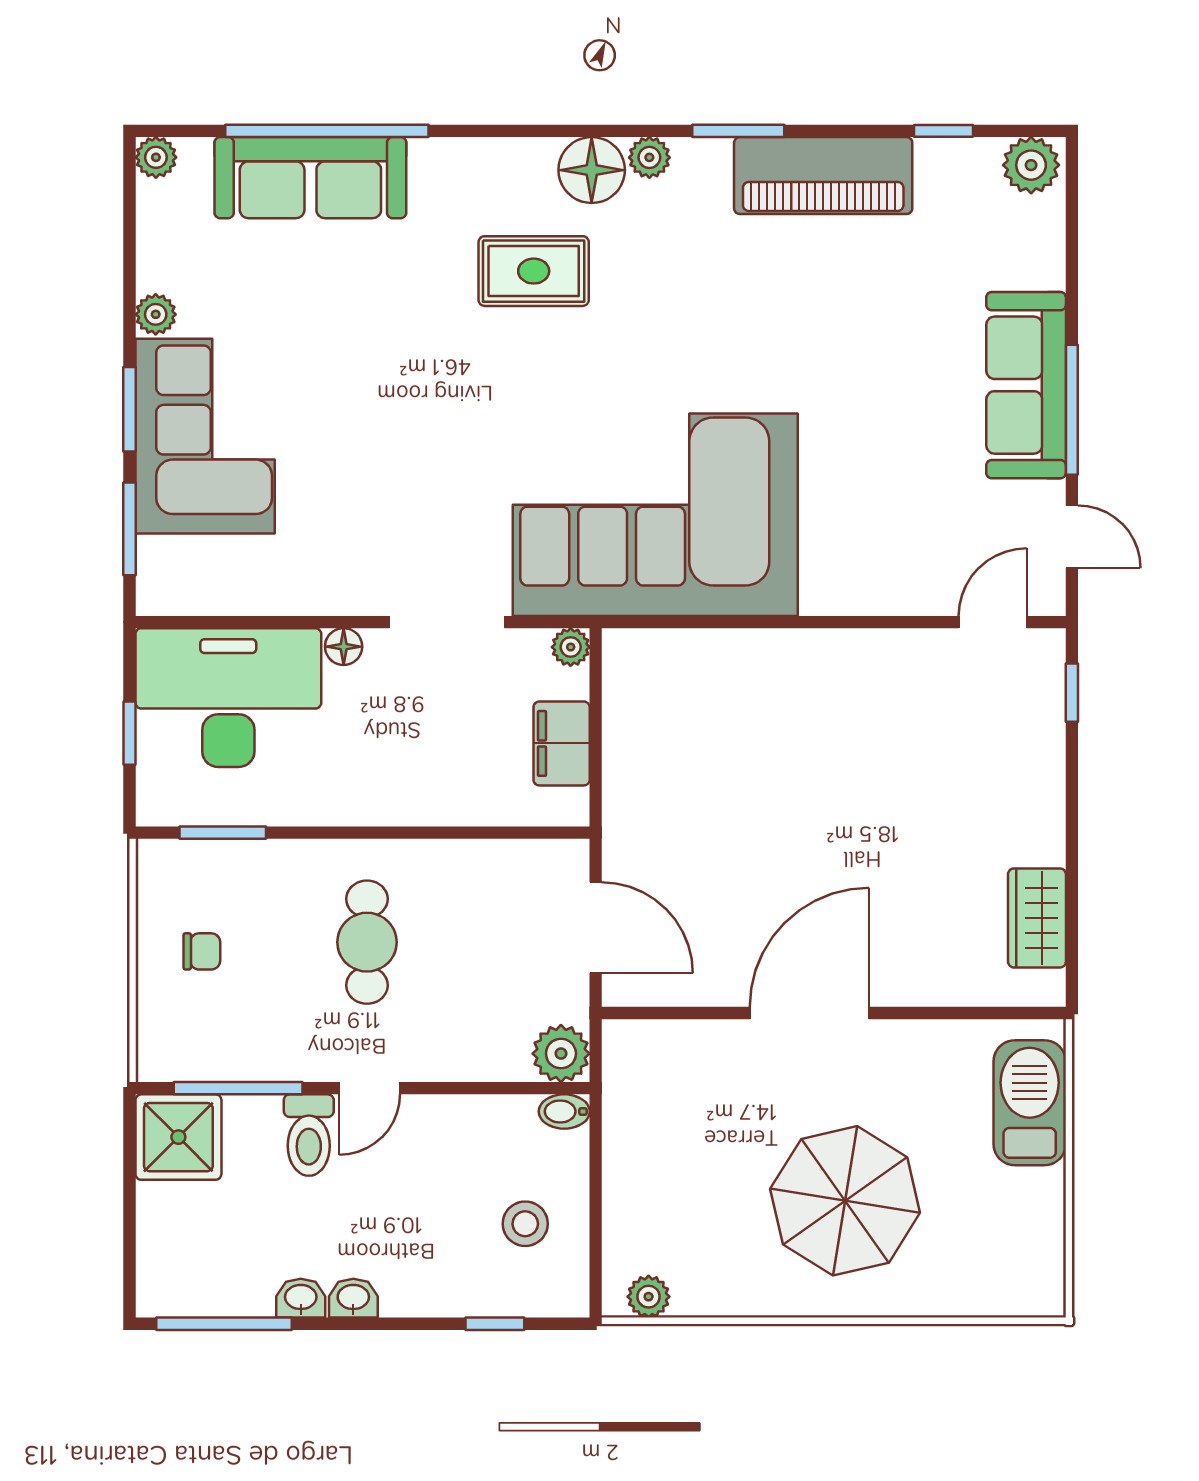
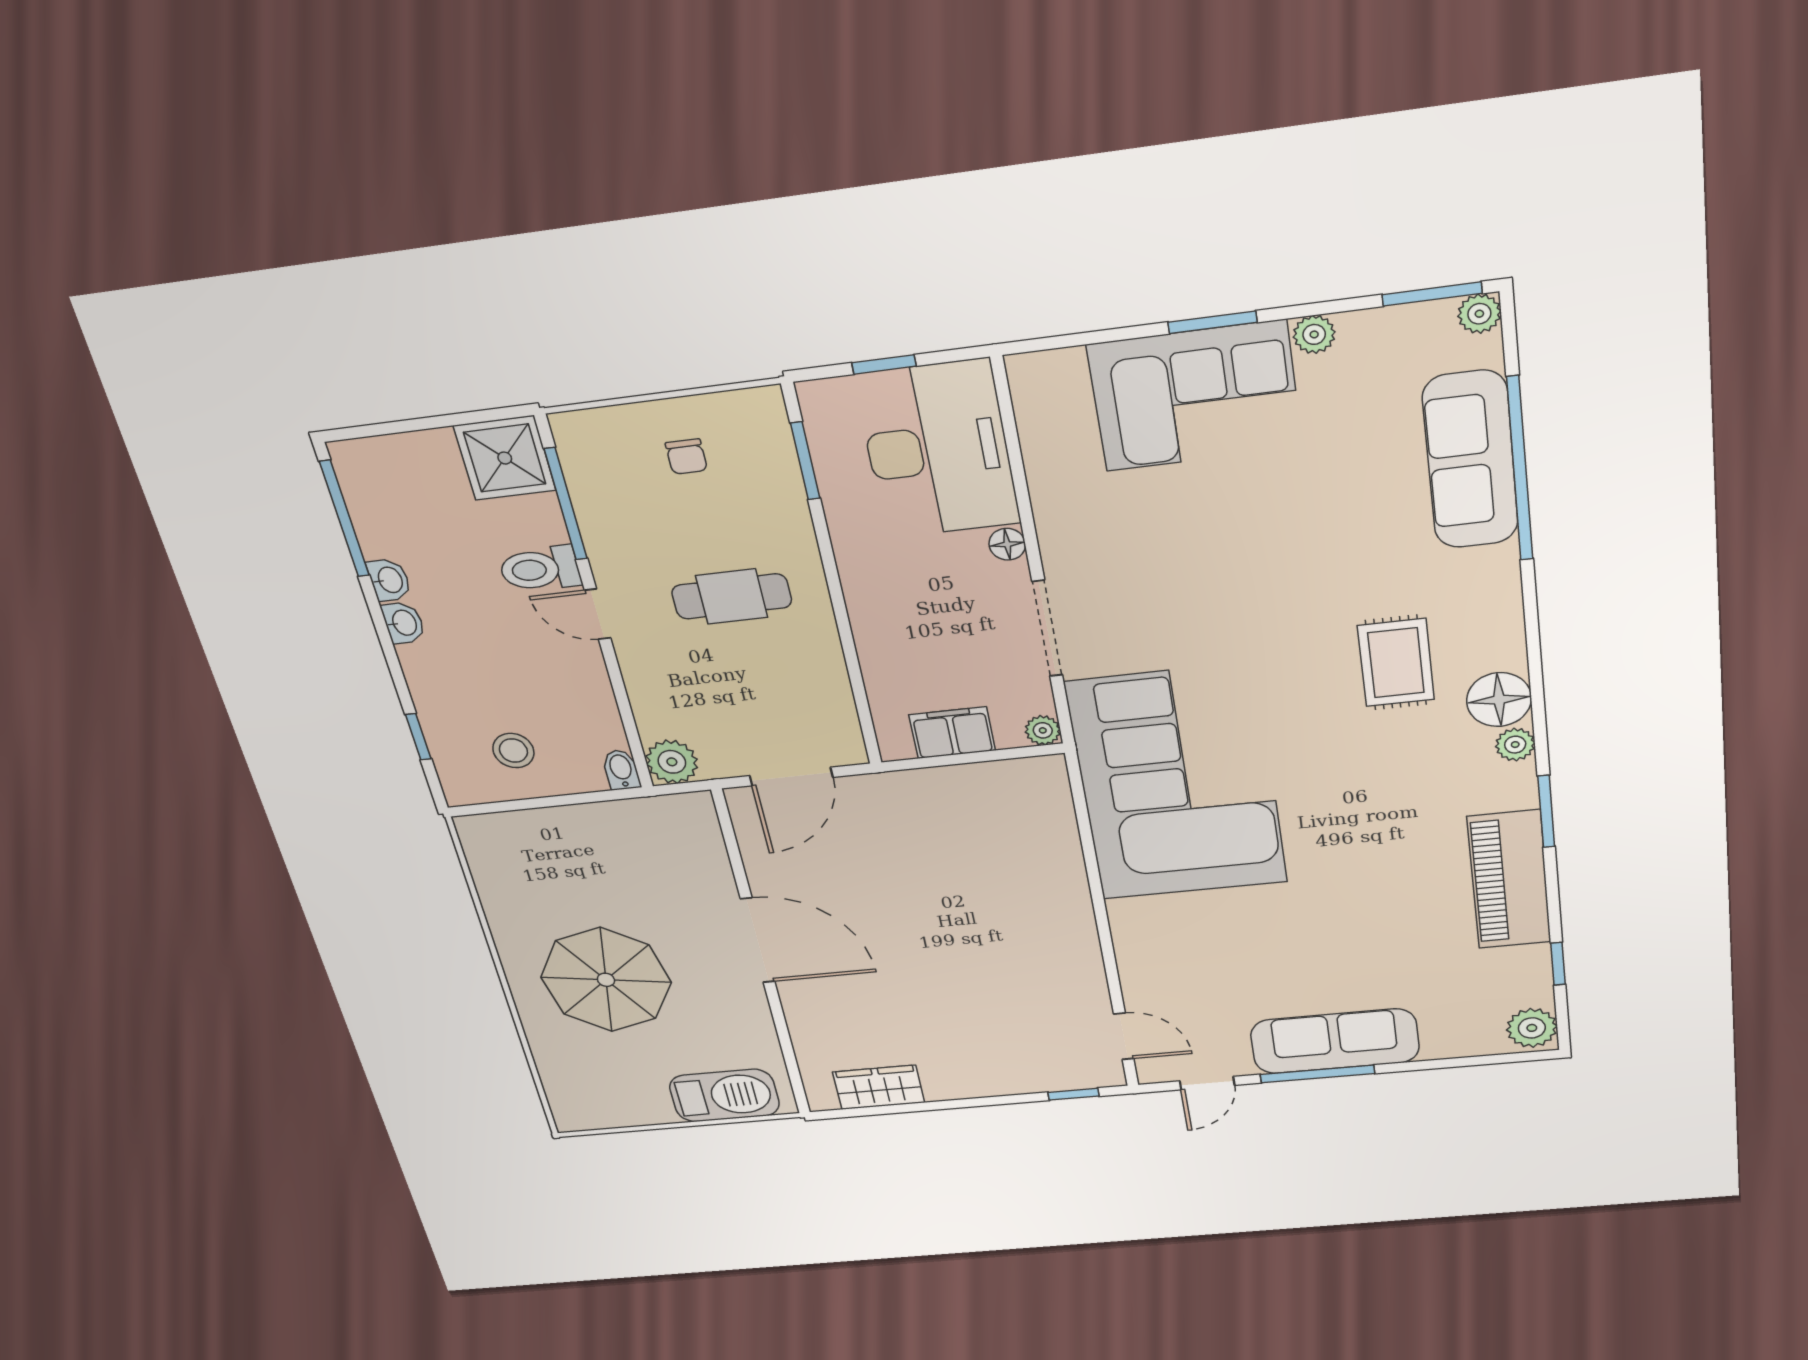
window: (130, 529) -> (1432, 294), moved
plant: (649, 1297) -> (480, 849), removed

